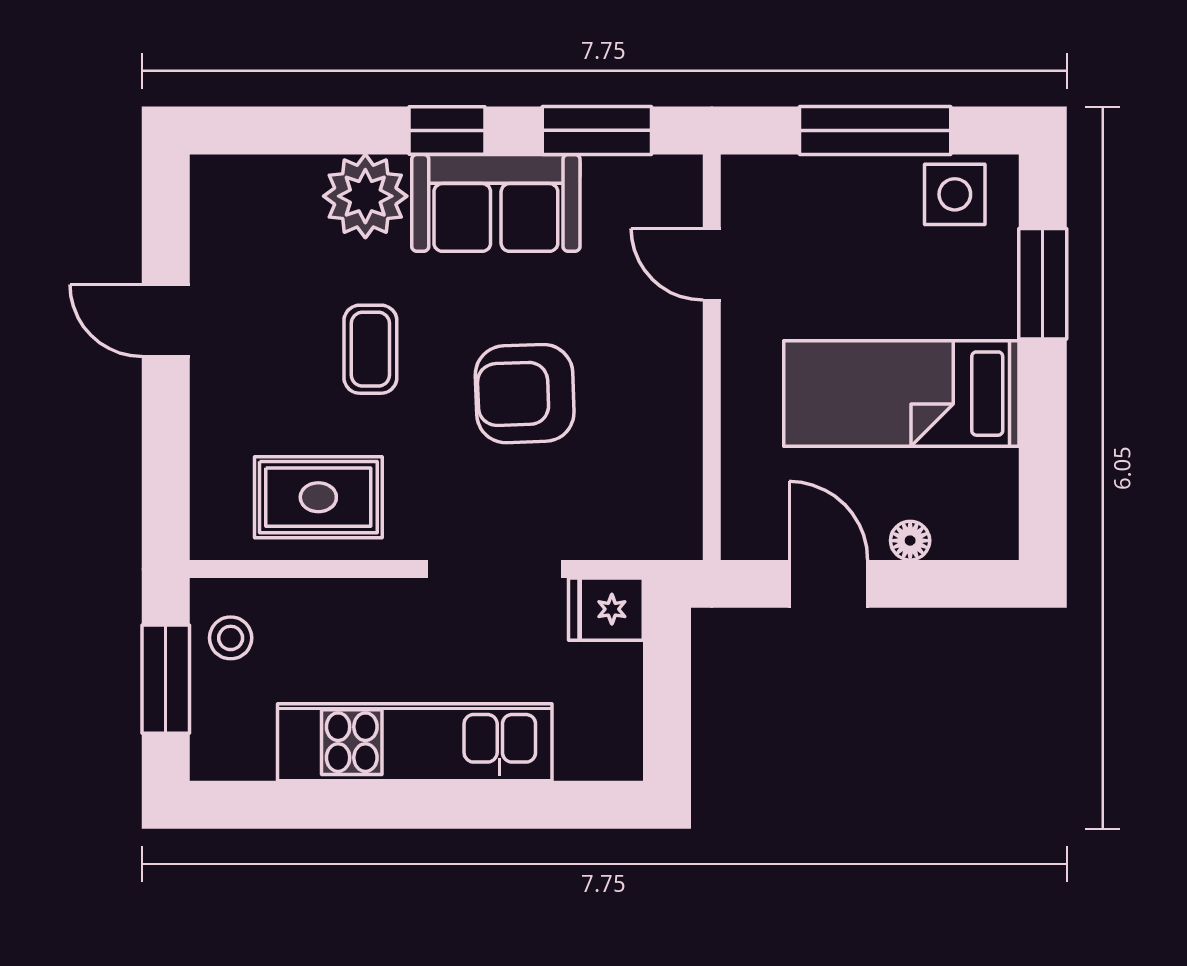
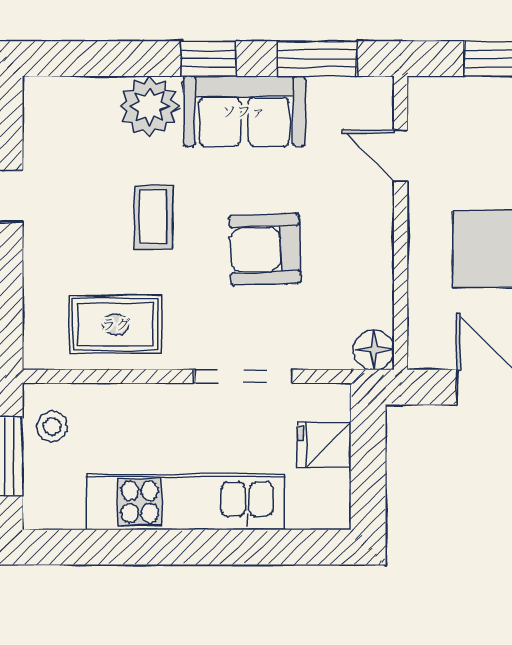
floor lamp: (675, 532) -> (374, 350), added
fridge: (606, 609) -> (324, 445), moved

